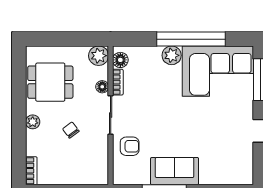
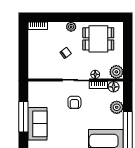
plant: (172, 55) -> (117, 107), moved
dining table: (50, 82) -> (98, 39), turned 90
armchair: (130, 146) -> (74, 102), moved

